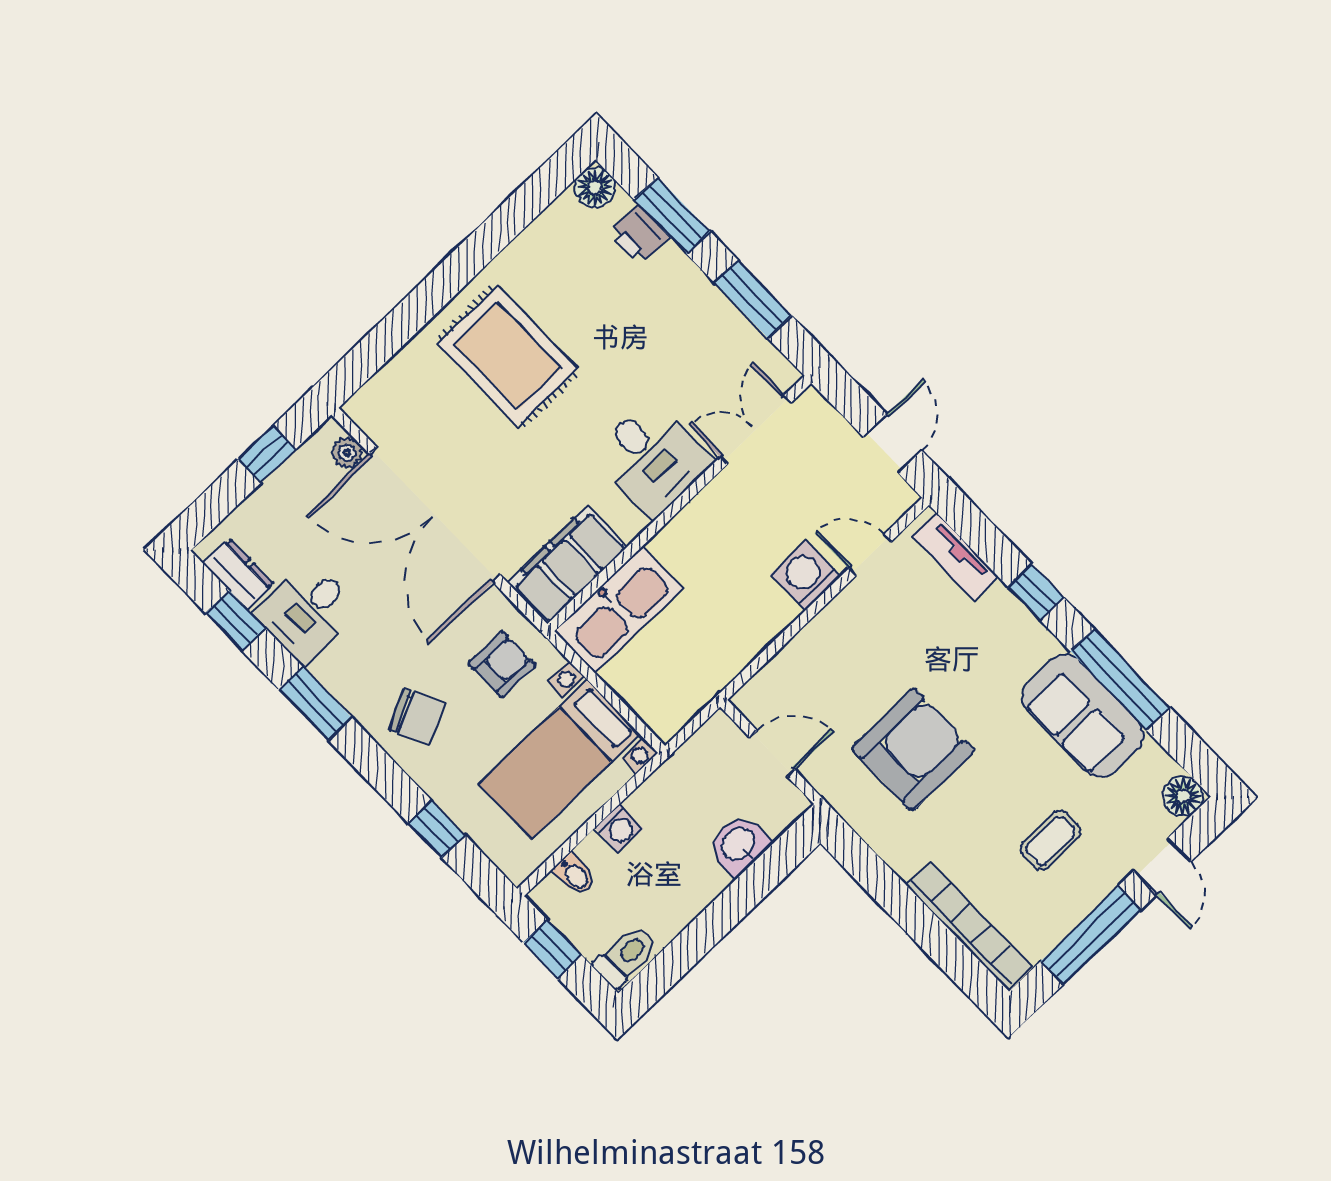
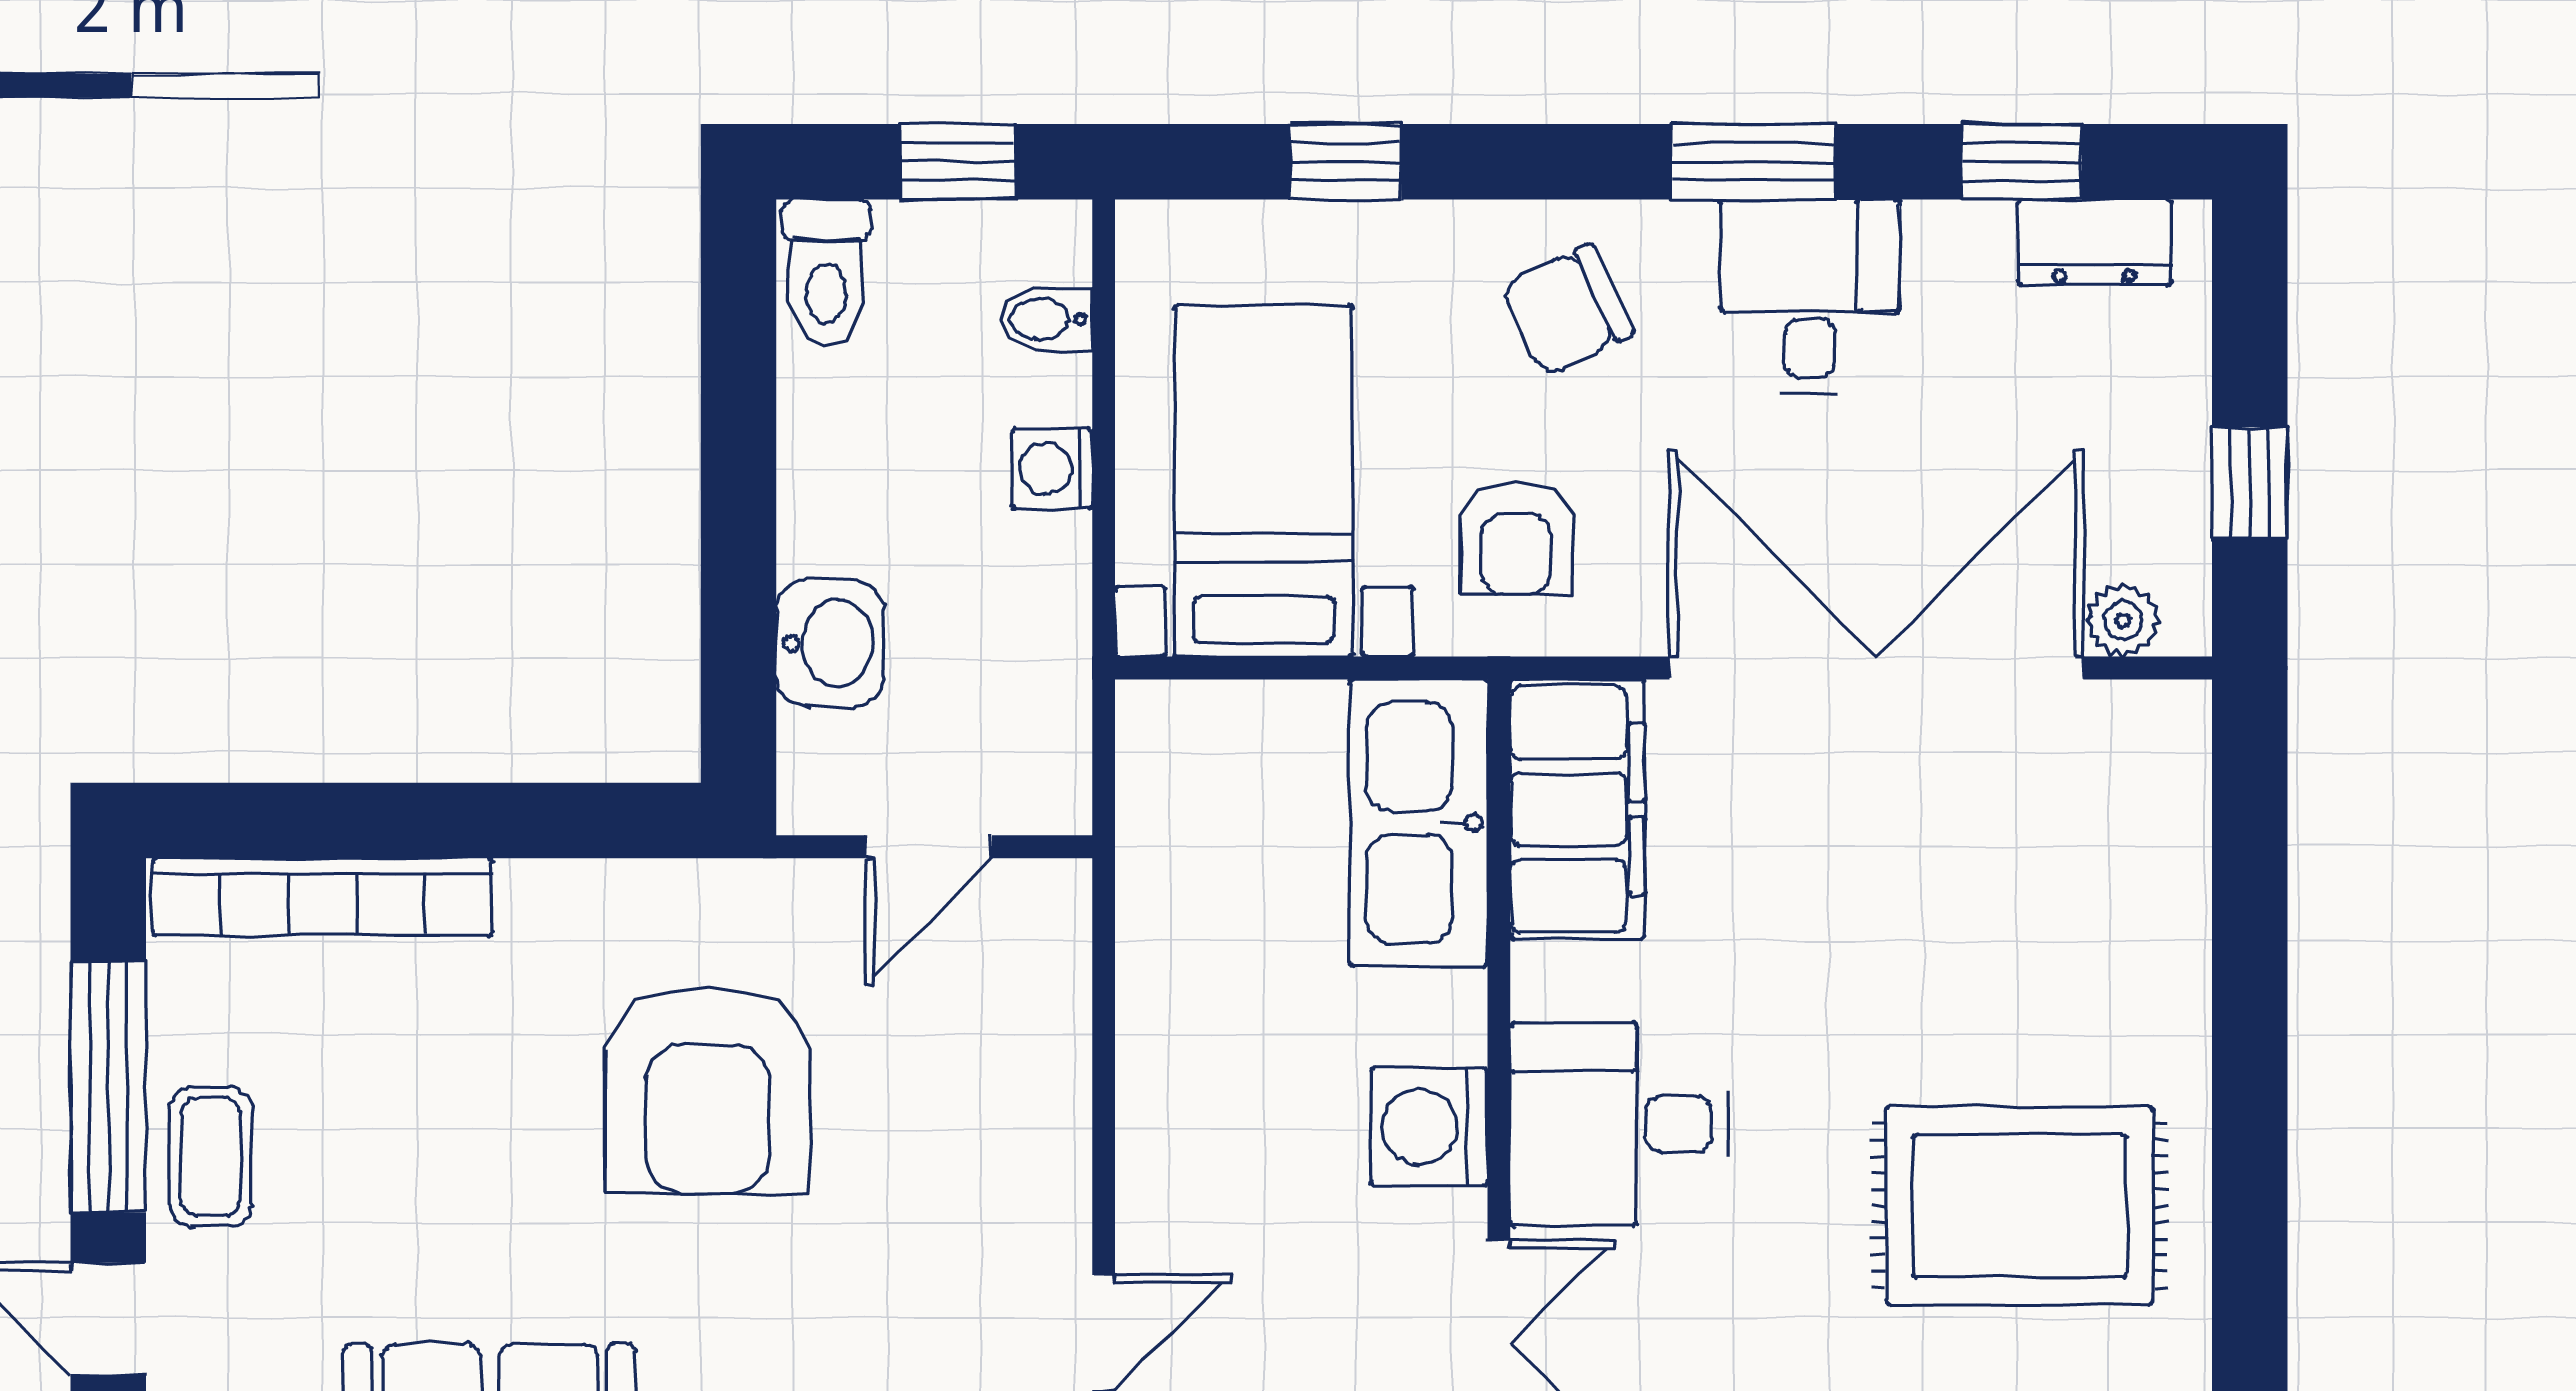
rug: (508, 356) -> (2019, 1206), moved
washing machine: (806, 575) -> (1429, 1127), moved, turned 180
desk: (307, 612) -> (1810, 296), moved
coffee table: (1050, 840) -> (211, 1157), moved

